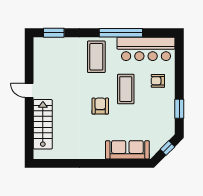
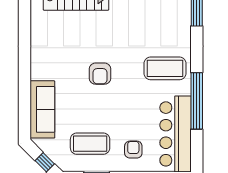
coffee table: (126, 89) -> (90, 144), moved
armchair: (100, 106) -> (100, 74), turned 90

